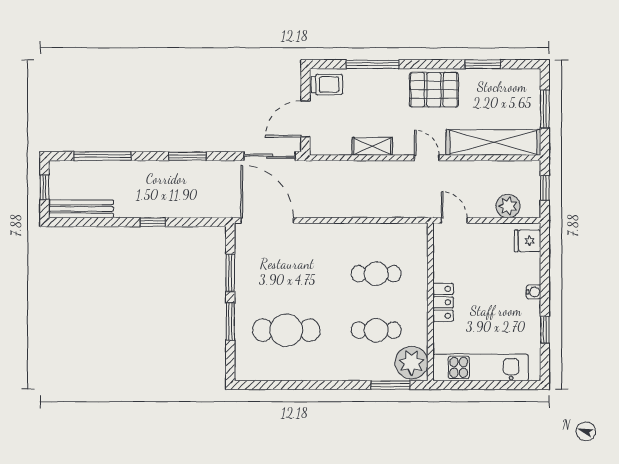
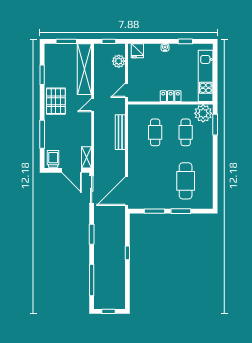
shelving: (372, 146) -> (86, 157), moved
bench: (81, 209) -> (120, 132), moved

